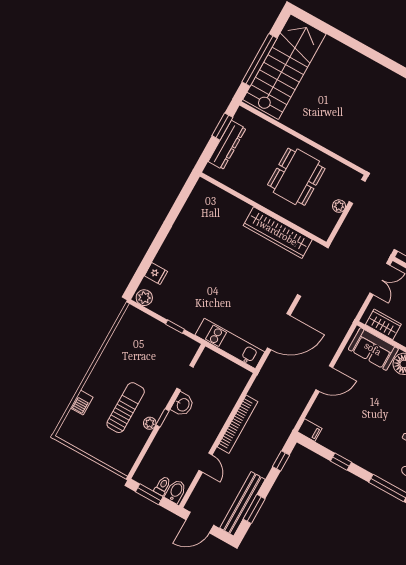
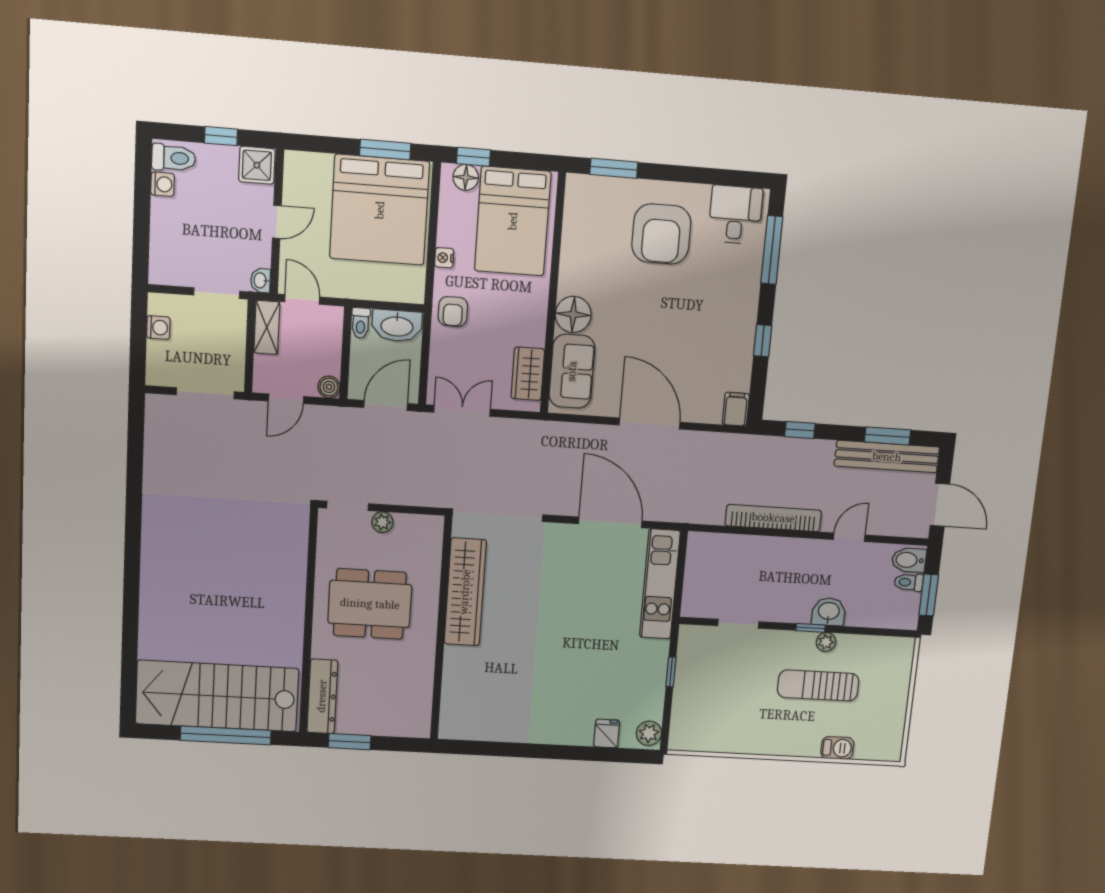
dresser: (227, 145) -> (322, 696), moved, turned 90
door: (324, 379) -> (649, 424), width x1.36
washbasin: (183, 405) -> (829, 612), moved

